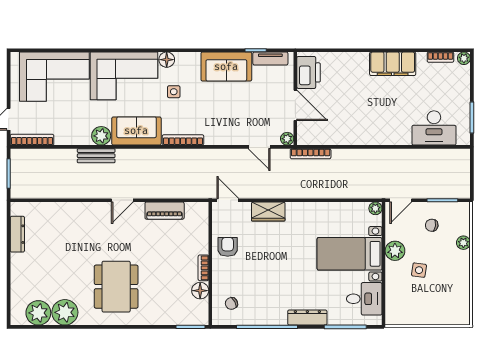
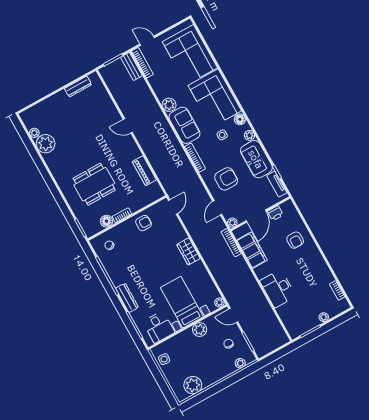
plant: (464, 58) -> (324, 317), moved
plant: (193, 59) -> (249, 135), added
filing cabinet: (393, 64) -> (252, 250), moved, turned 180
printer: (309, 72) -> (275, 213), width x0.53, depth x0.68
armchair: (351, 74) -> (295, 240), added
armchair: (230, 117) -> (226, 179), added
desk: (434, 128) -> (278, 289), moved
bench: (96, 156) -> (131, 66), moved
door: (122, 200) -> (128, 126), moved
wardrobe: (268, 212) -> (188, 251), moved
plant: (463, 243) -> (240, 363), moved
side table: (419, 270) -> (164, 359), moved
dining table: (116, 287) -> (94, 184), moved
plant: (458, 297) -> (193, 385), added
plant: (38, 313) -> (34, 133), width x0.53, depth x0.53

